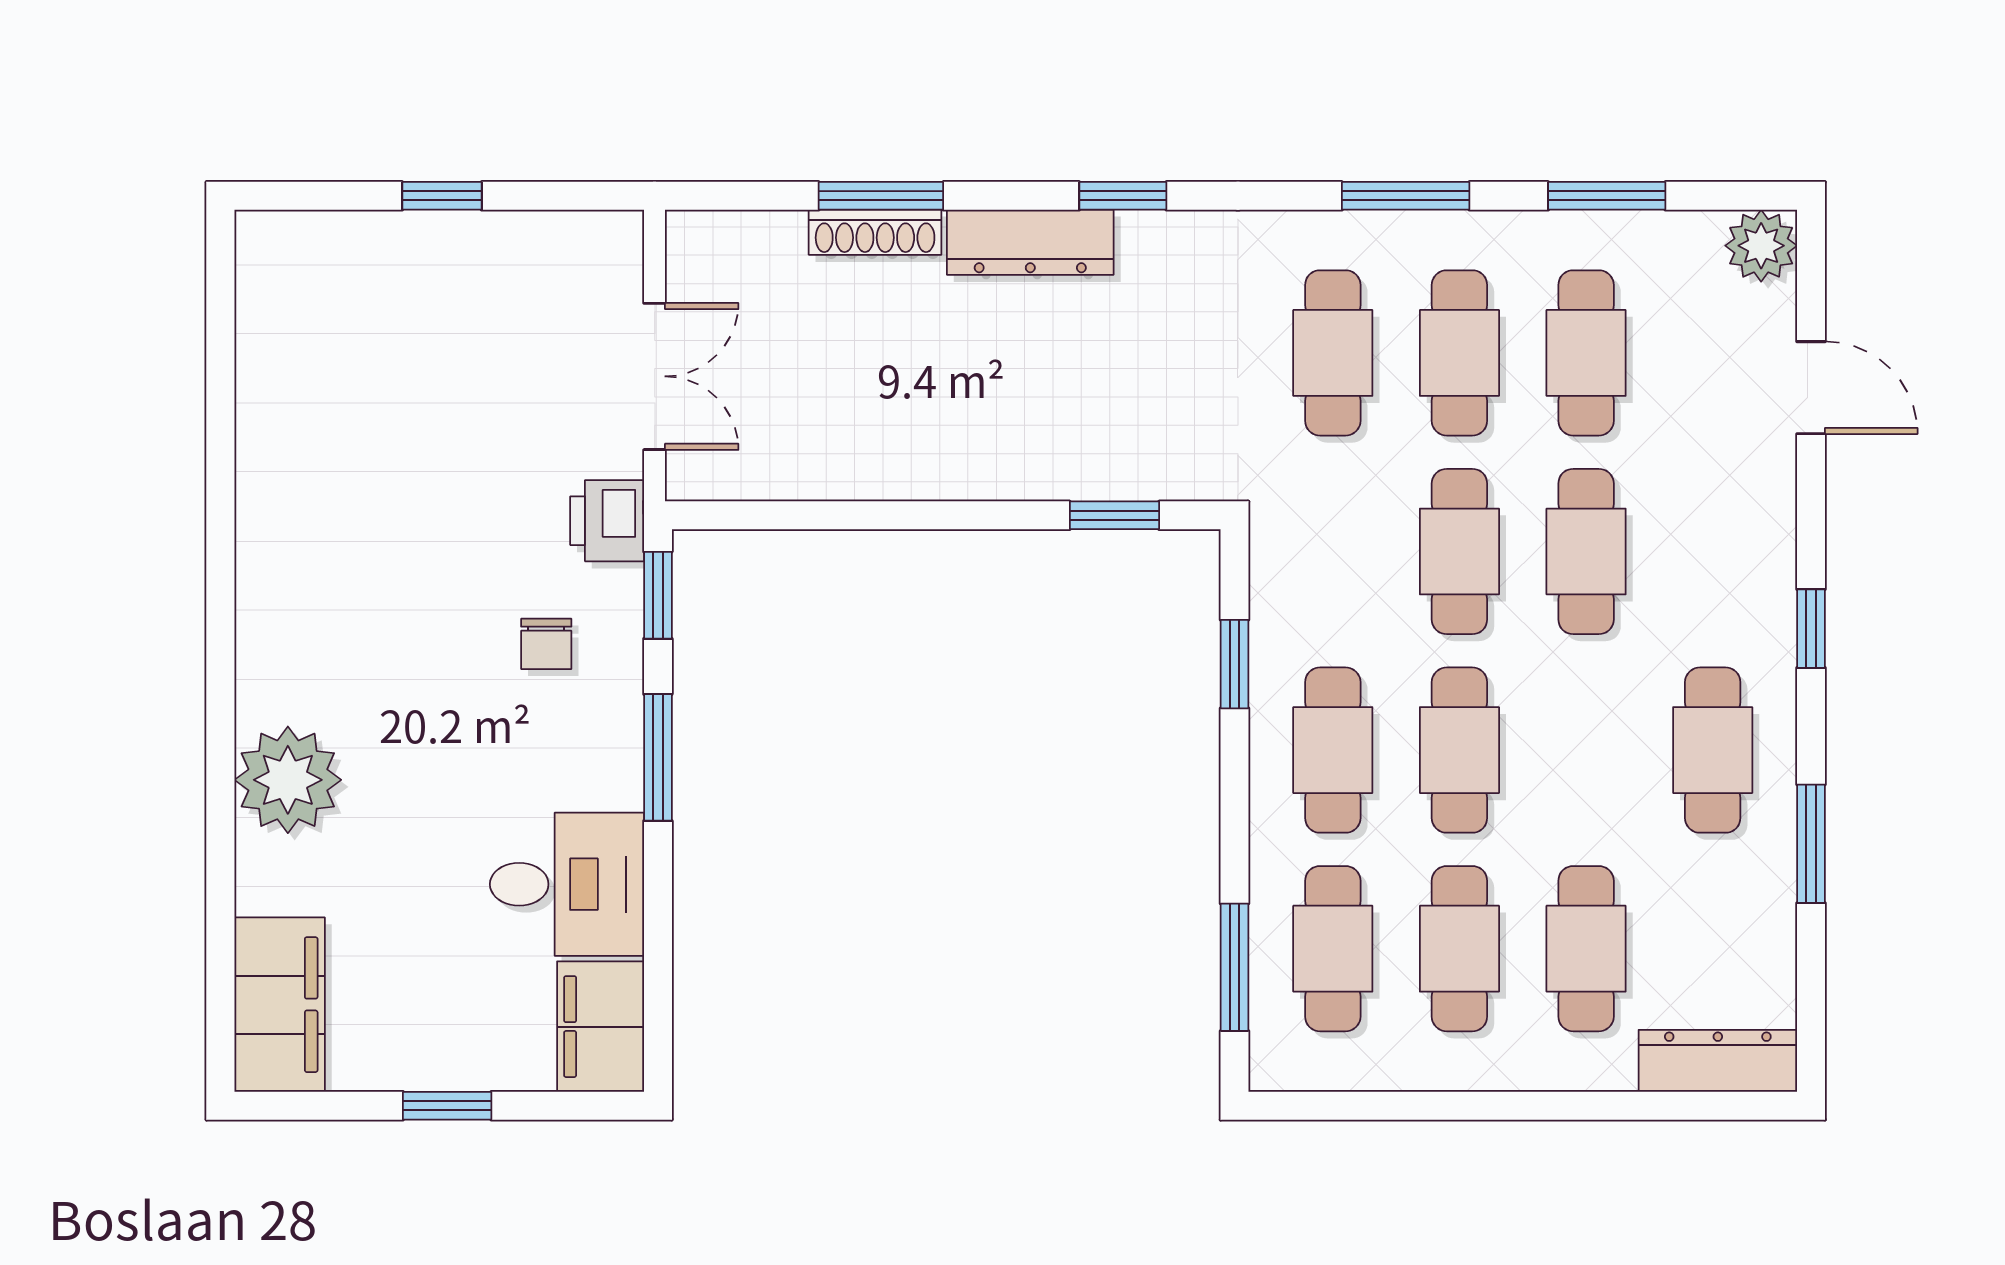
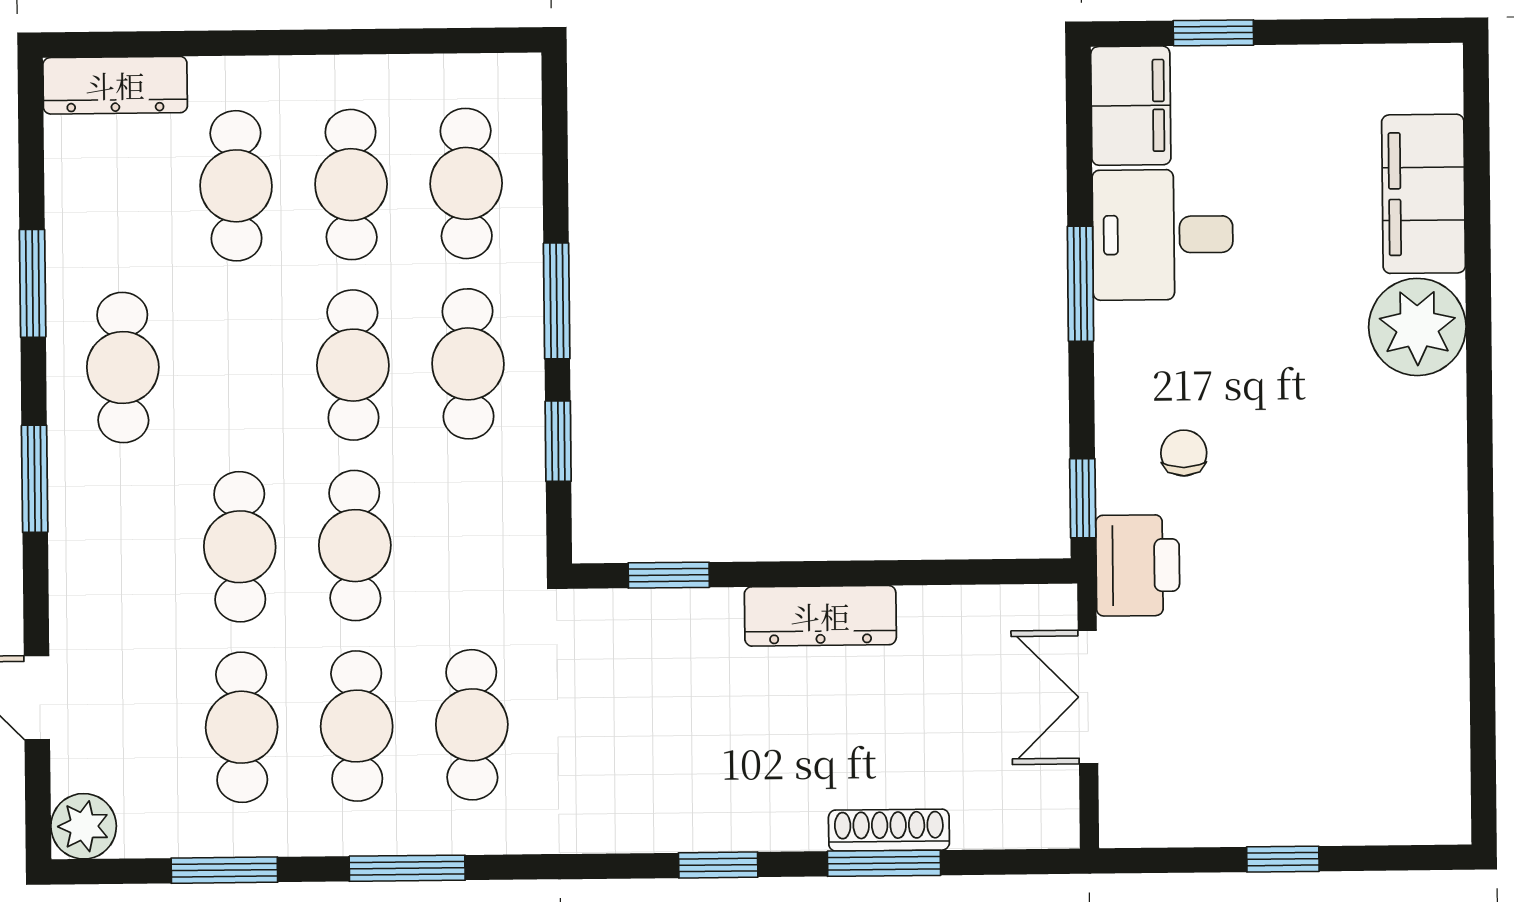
window: (1123, 196) -> (718, 865), moved
dresser: (1030, 242) -> (820, 616), moved, turned 180
printer: (607, 521) -> (1138, 565), width x1.36, depth x1.24
window: (1811, 629) -> (35, 479), width x1.50
window: (658, 757) -> (1080, 284), moved
window: (1234, 967) -> (557, 301), moved
filing cabinet: (280, 1005) -> (1424, 194), moved
window: (447, 1106) -> (1213, 33), moved

